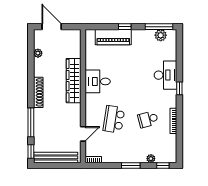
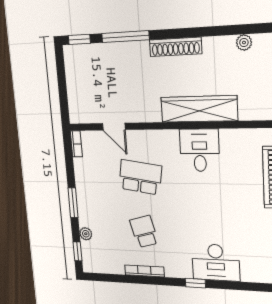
bench: (56, 157) -> (74, 82), removed

